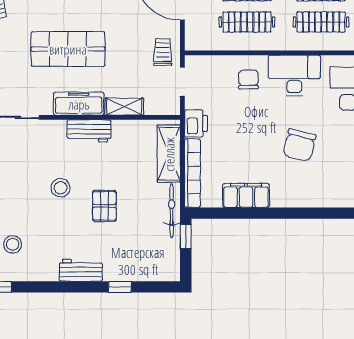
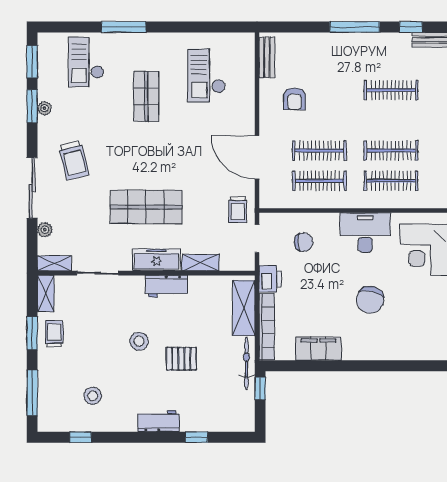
trolley: (163, 52) -> (238, 210), turned 180
chair: (249, 79) -> (303, 242), moved, turned 90
pallet: (104, 206) -> (181, 359), turned 90

